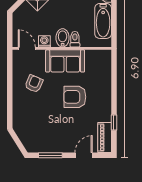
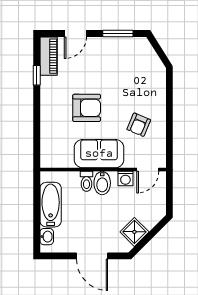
door: (27, 48) -> (148, 170), hinge flipped

